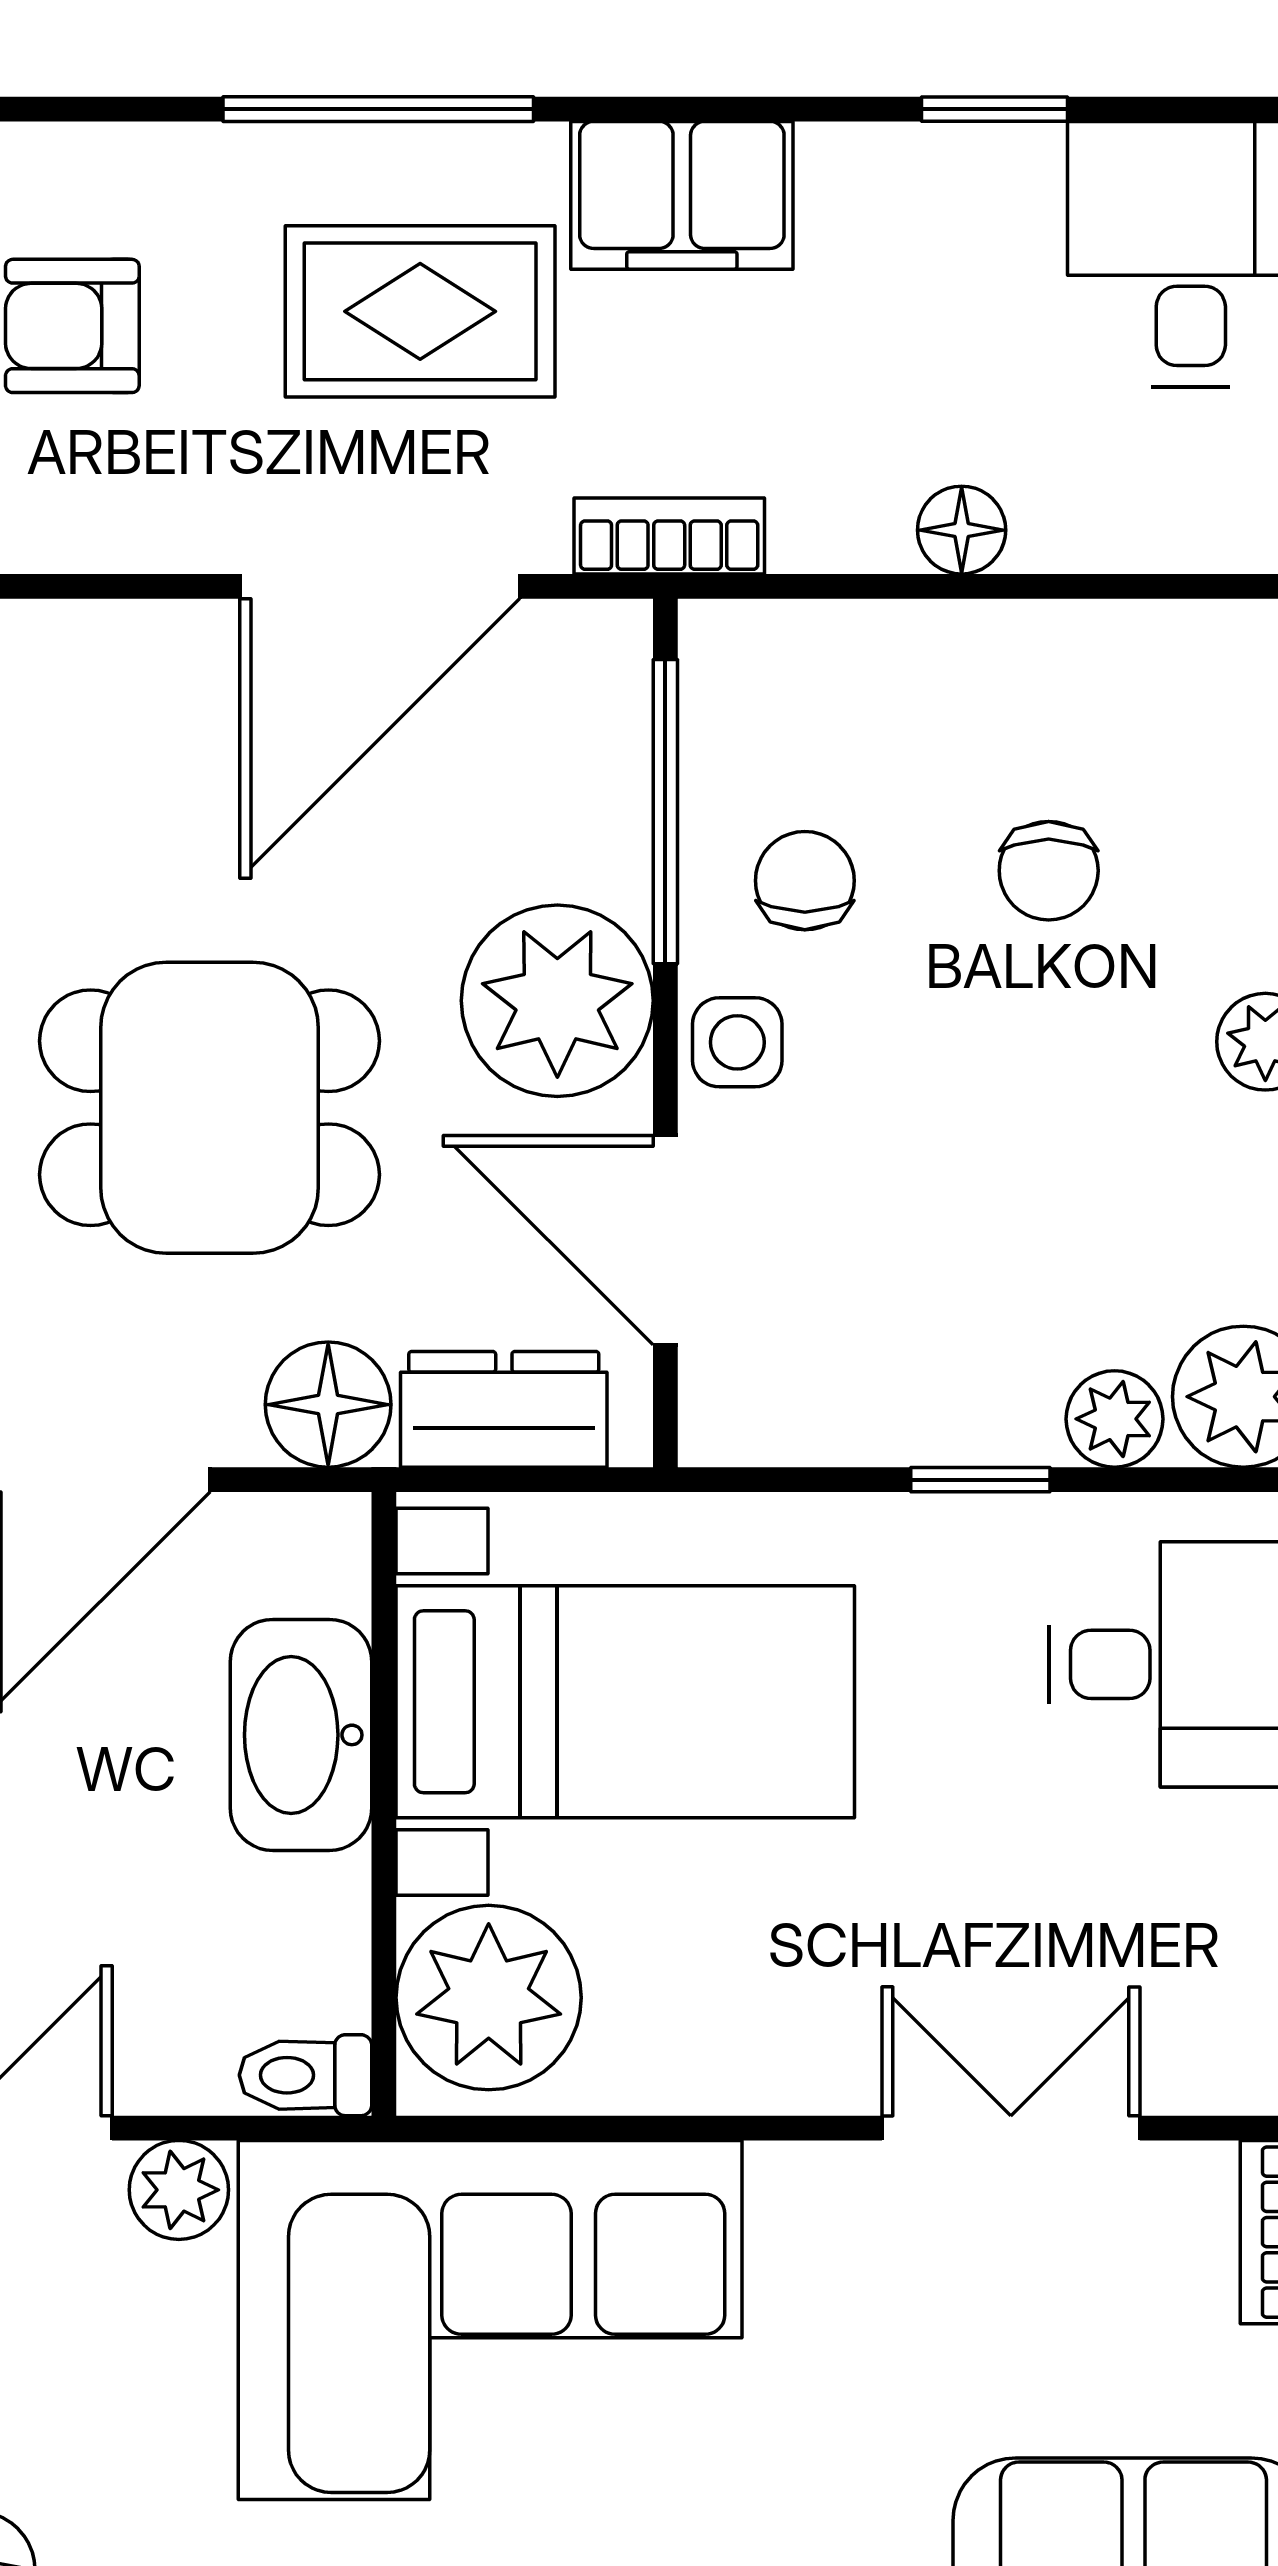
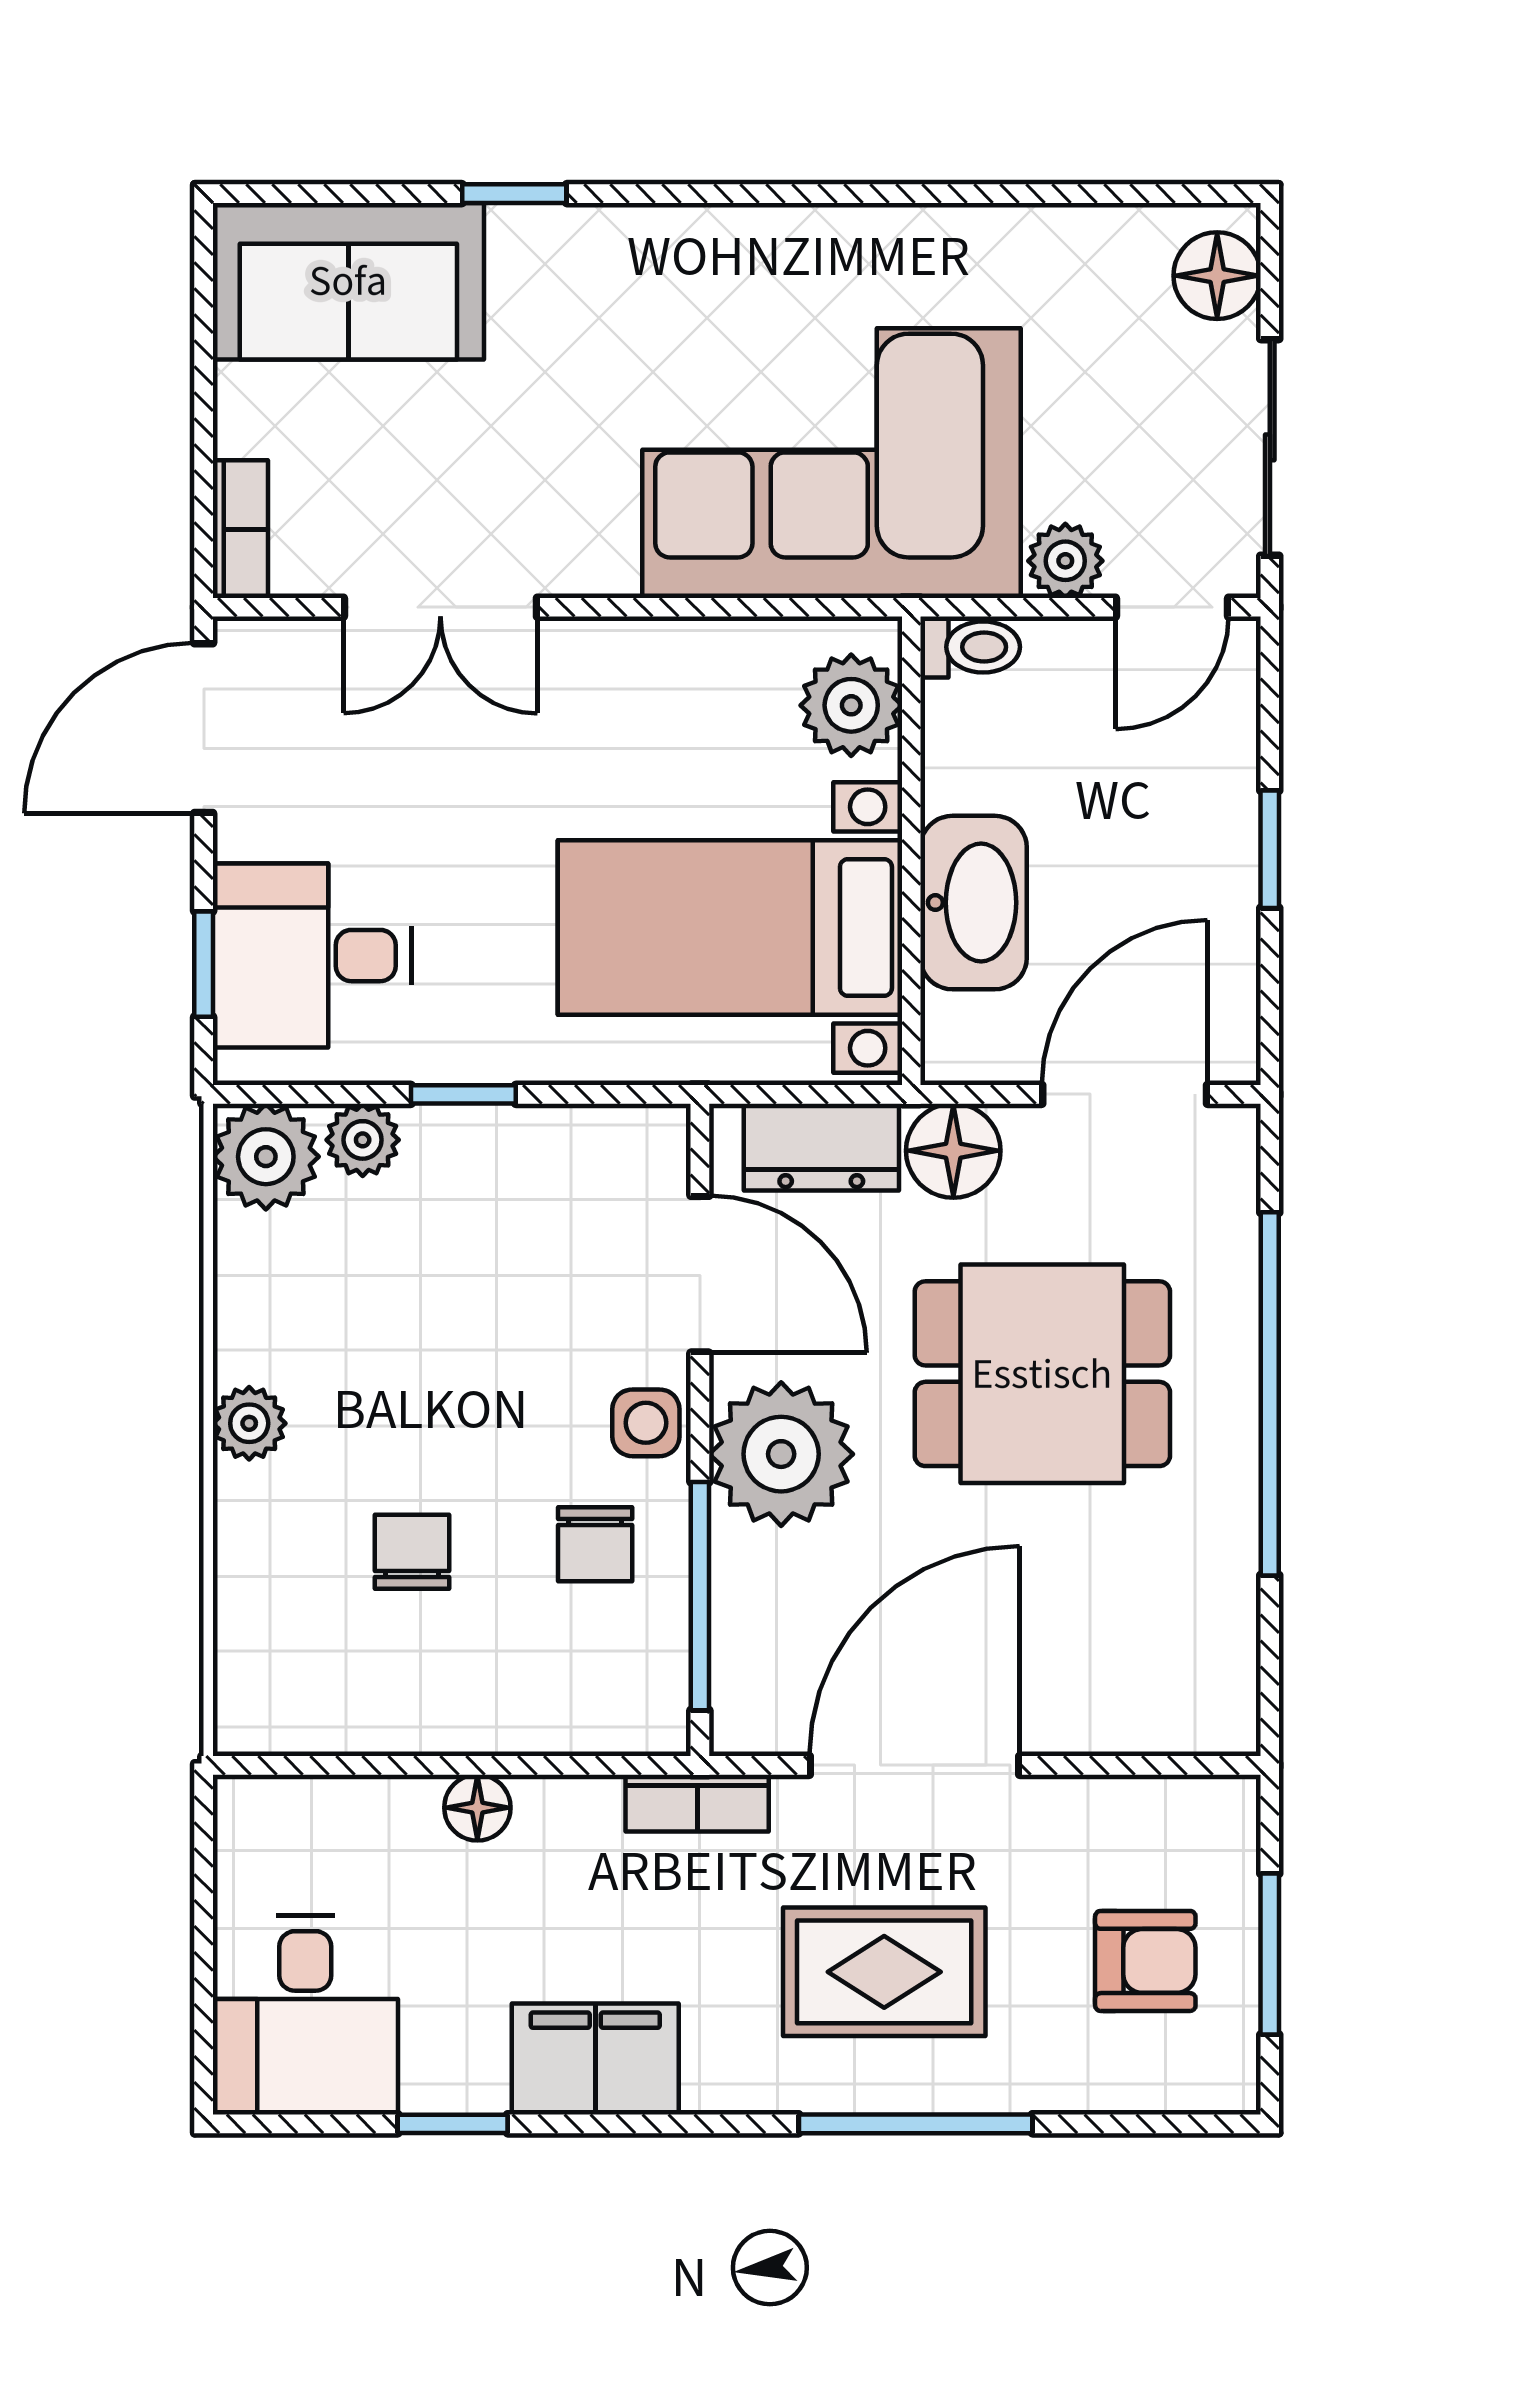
filing cabinet: (682, 195) -> (595, 2059), moved
plant: (489, 1998) -> (851, 705), width x0.73, depth x0.73

